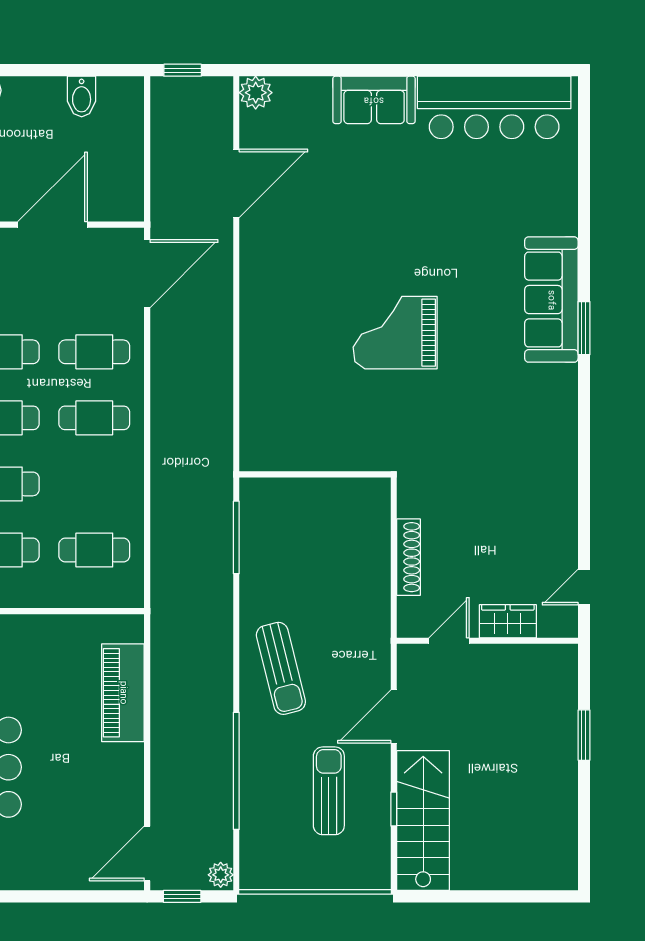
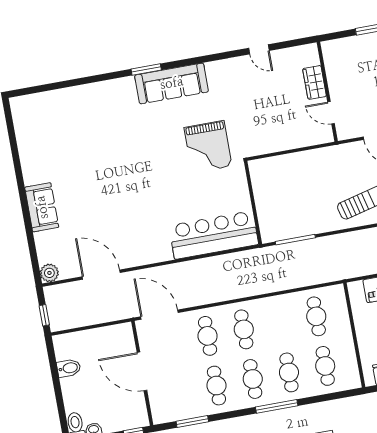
bar counter: (494, 107) -> (214, 235), moved, turned -90
sofa: (551, 300) -> (172, 83), moved
grand piano: (395, 333) -> (208, 147), moved
shoe rack: (409, 557) -> (289, 143), removed
door: (584, 587) -> (259, 49), moved

